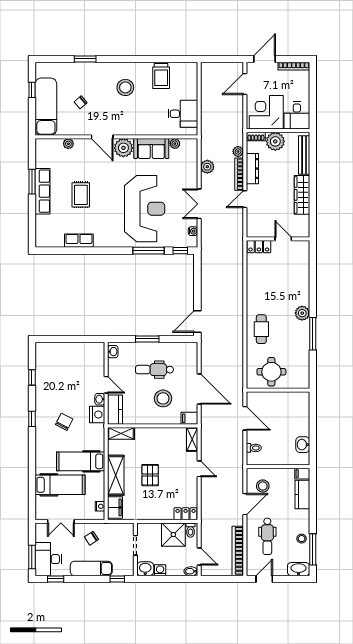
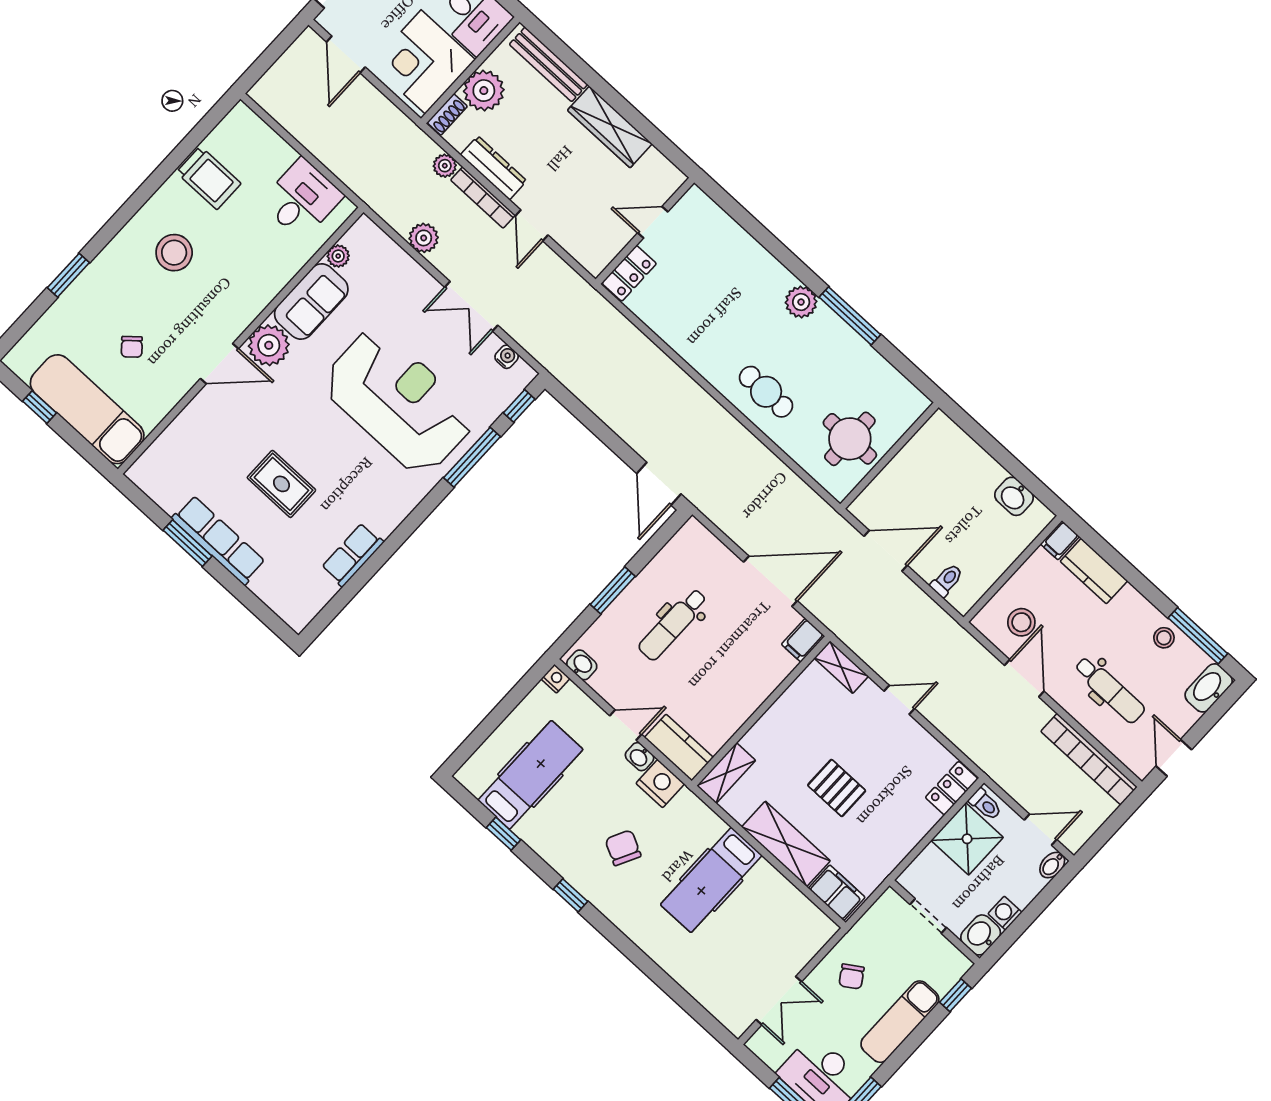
plant: (68, 144) -> (180, 428), removed
stool: (163, 398) -> (732, 653), removed
hospital bed: (60, 485) -> (530, 775), moved
nightstand: (100, 506) -> (555, 679), moved

